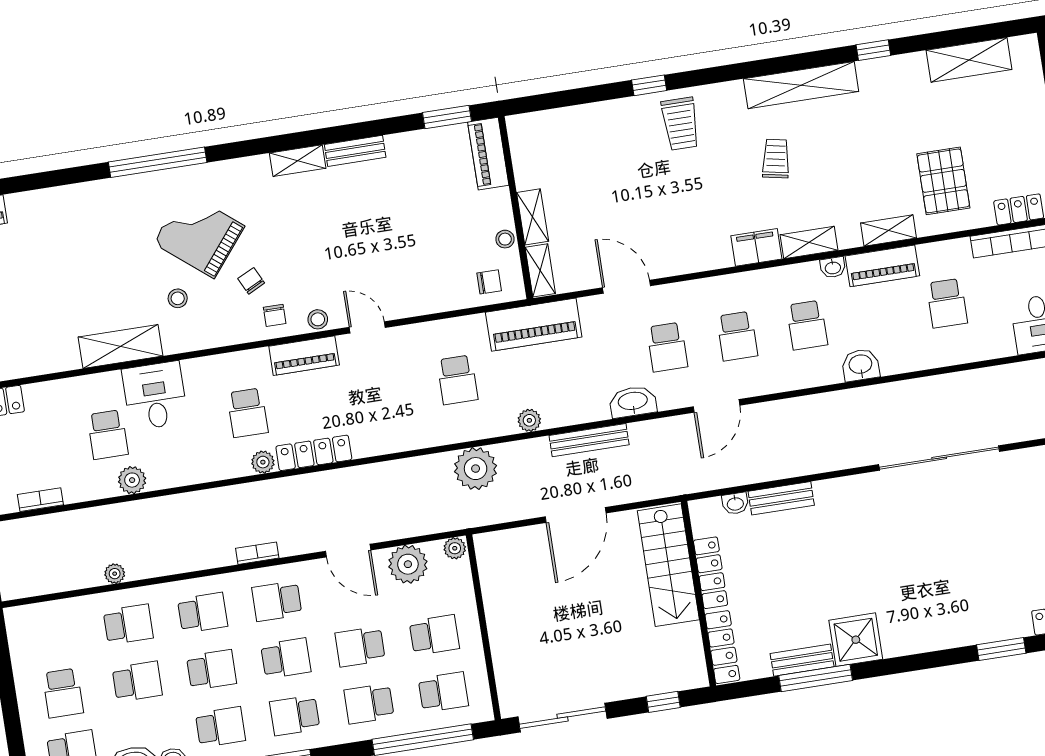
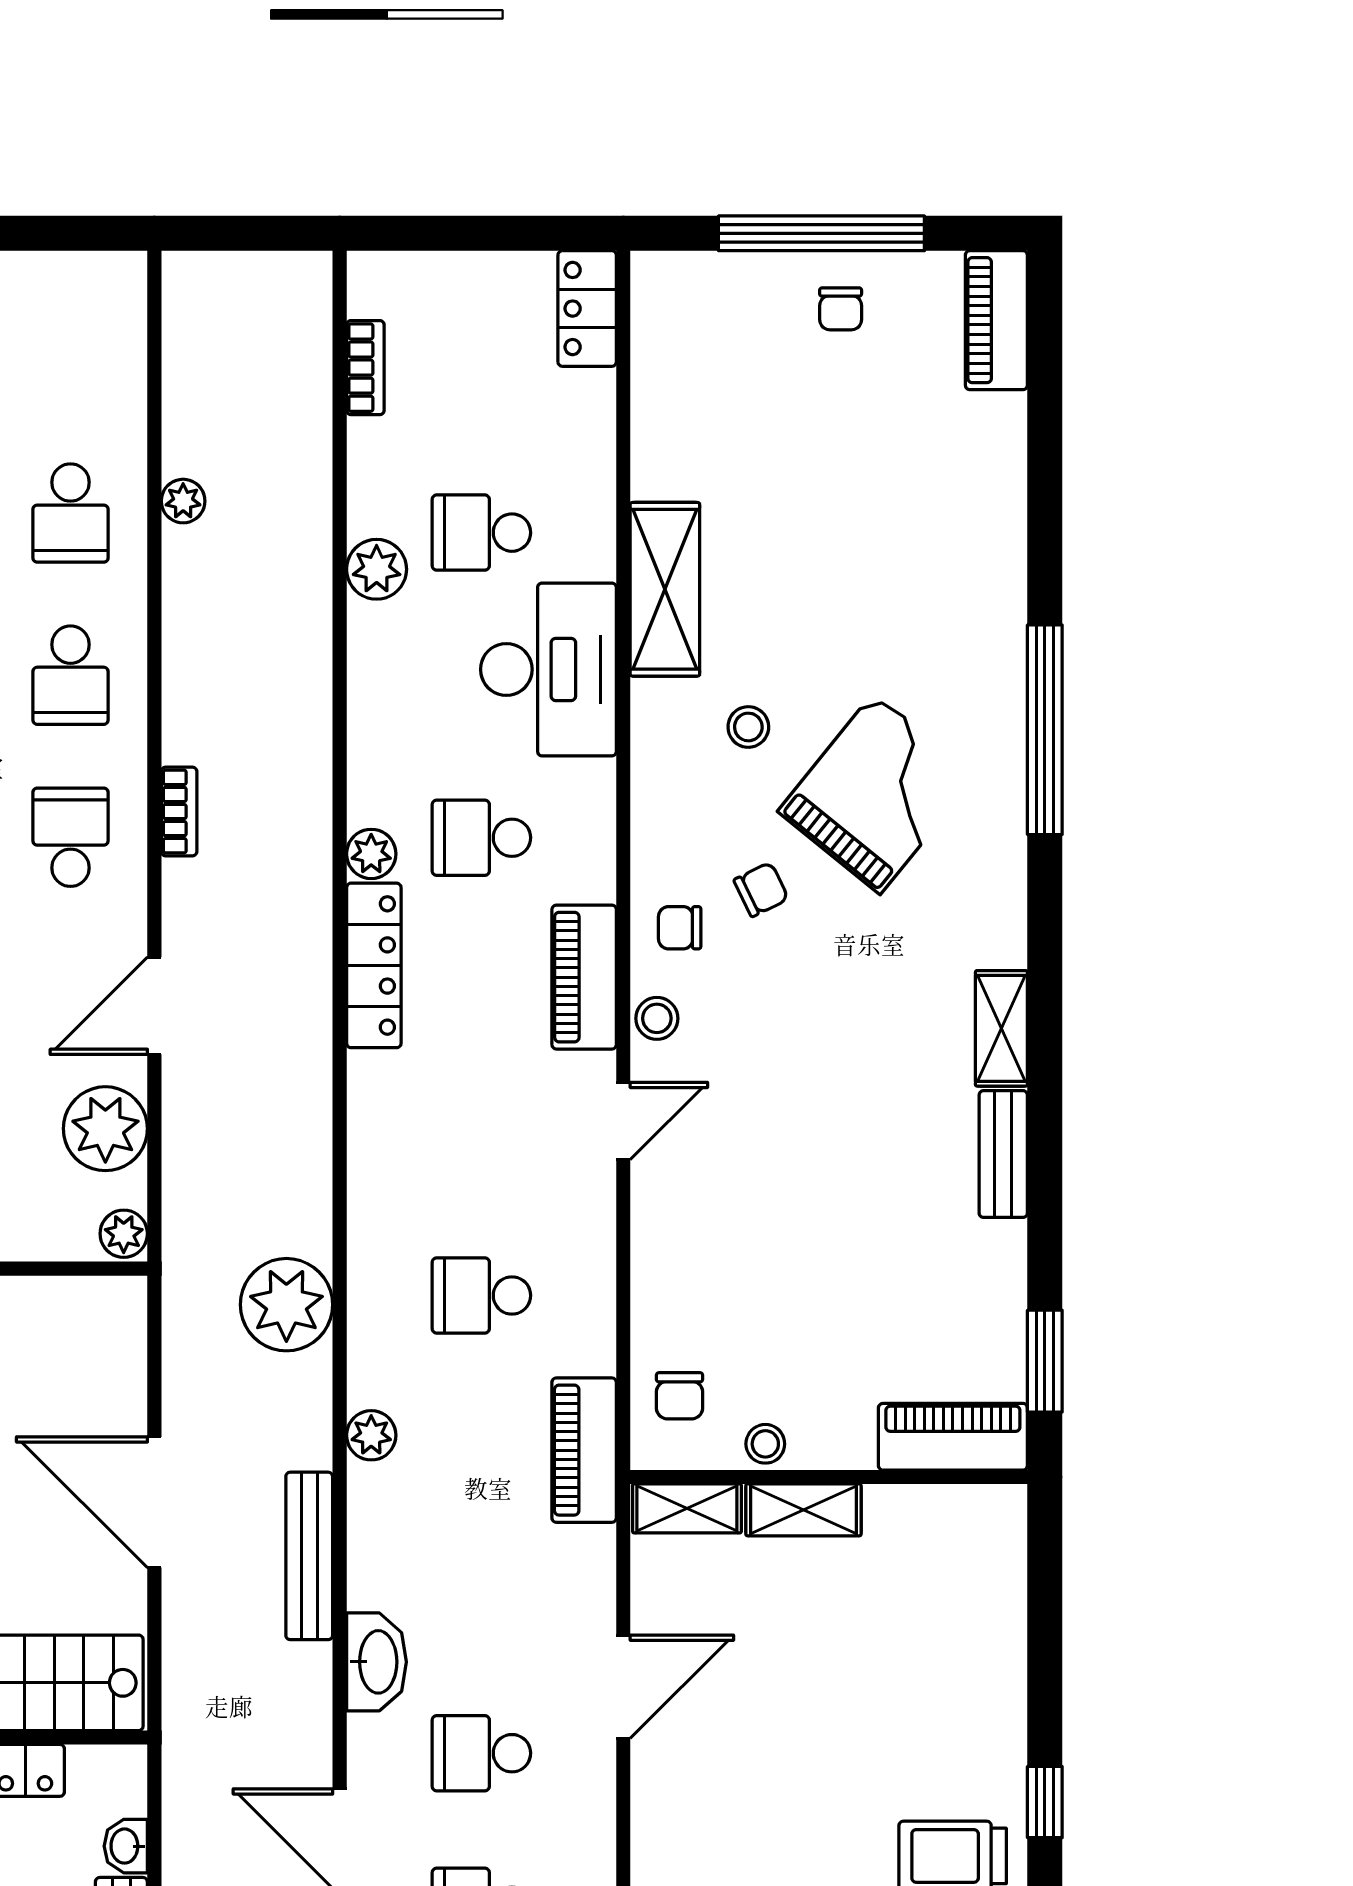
piano: (534, 325) -> (584, 1450), width x0.73, depth x0.75
desk: (155, 396) -> (548, 669), width x1.37

